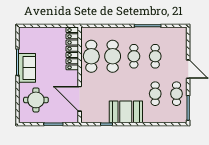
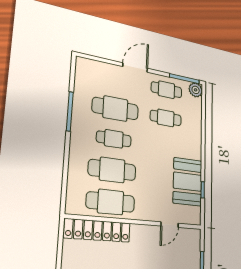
cafe table: (155, 56) -> (115, 109), width x1.37, depth x1.35
door: (80, 99) -> (170, 225), width x0.53
booth: (126, 112) -> (188, 182), moved
plant: (181, 117) -> (196, 90), added

